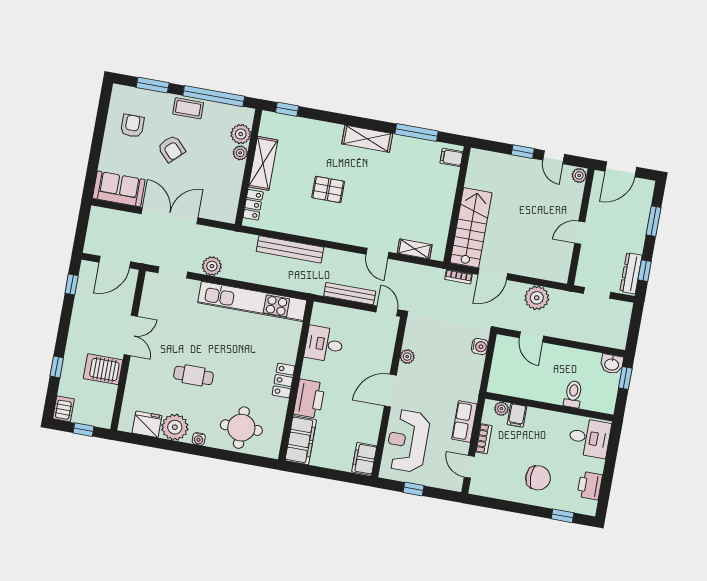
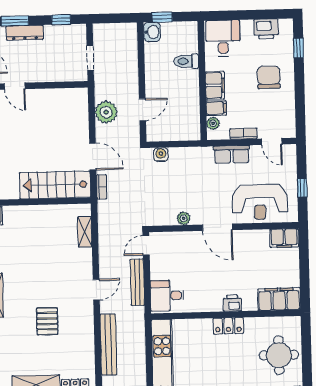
door: (580, 233) -> (15, 86), moved
door: (377, 253) -> (96, 290), moved
dresser: (631, 273) -> (25, 33), moved
desk: (324, 344) -> (167, 296), moved, turned 90
printer: (309, 399) -> (232, 303), width x0.53, depth x0.68
filing cabinet: (541, 419) -> (215, 85), added
door: (469, 467) -> (272, 142), hinge flipped

